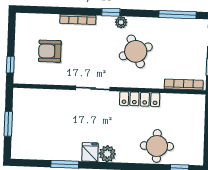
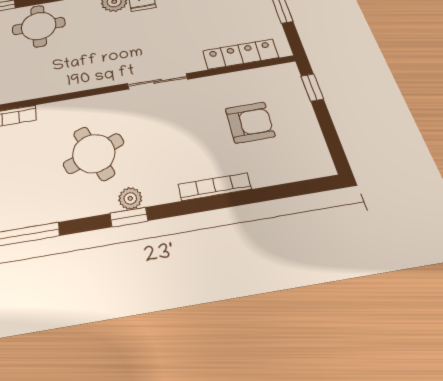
window: (111, 12) -> (129, 217), moved
locker: (140, 99) -> (241, 54), moved

